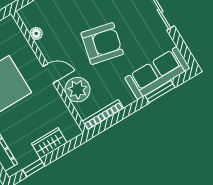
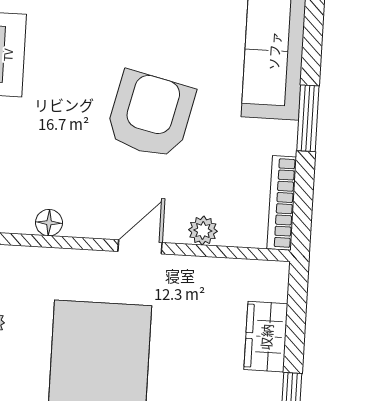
plant: (77, 90) -> (203, 231), width x0.53, depth x0.53
window: (160, 92) -> (308, 118), moved

